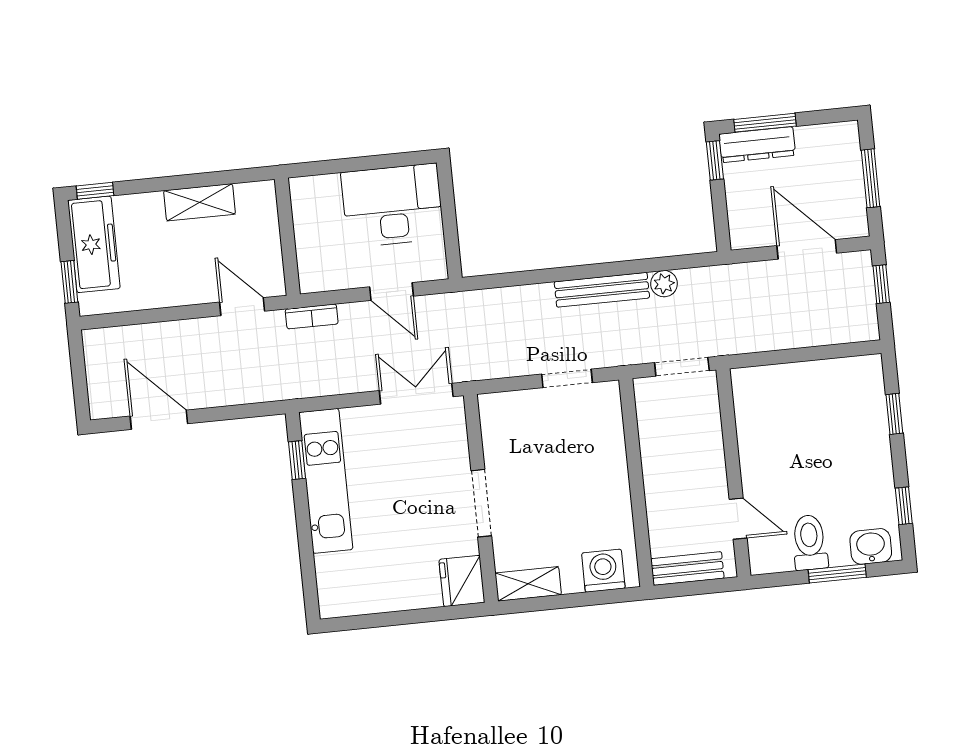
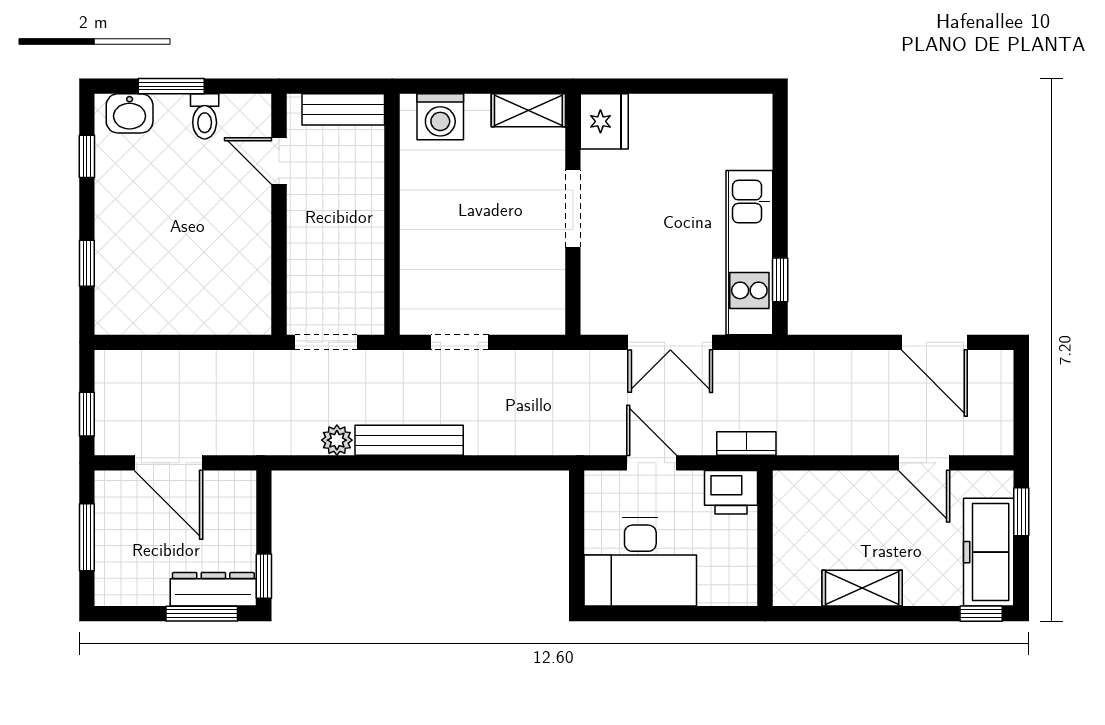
printer: (321, 273) -> (731, 492), added
door: (242, 307) -> (924, 463), moved
double door: (416, 394) -> (670, 342), moved
toilet: (810, 542) -> (205, 116), width x0.73, depth x0.72

